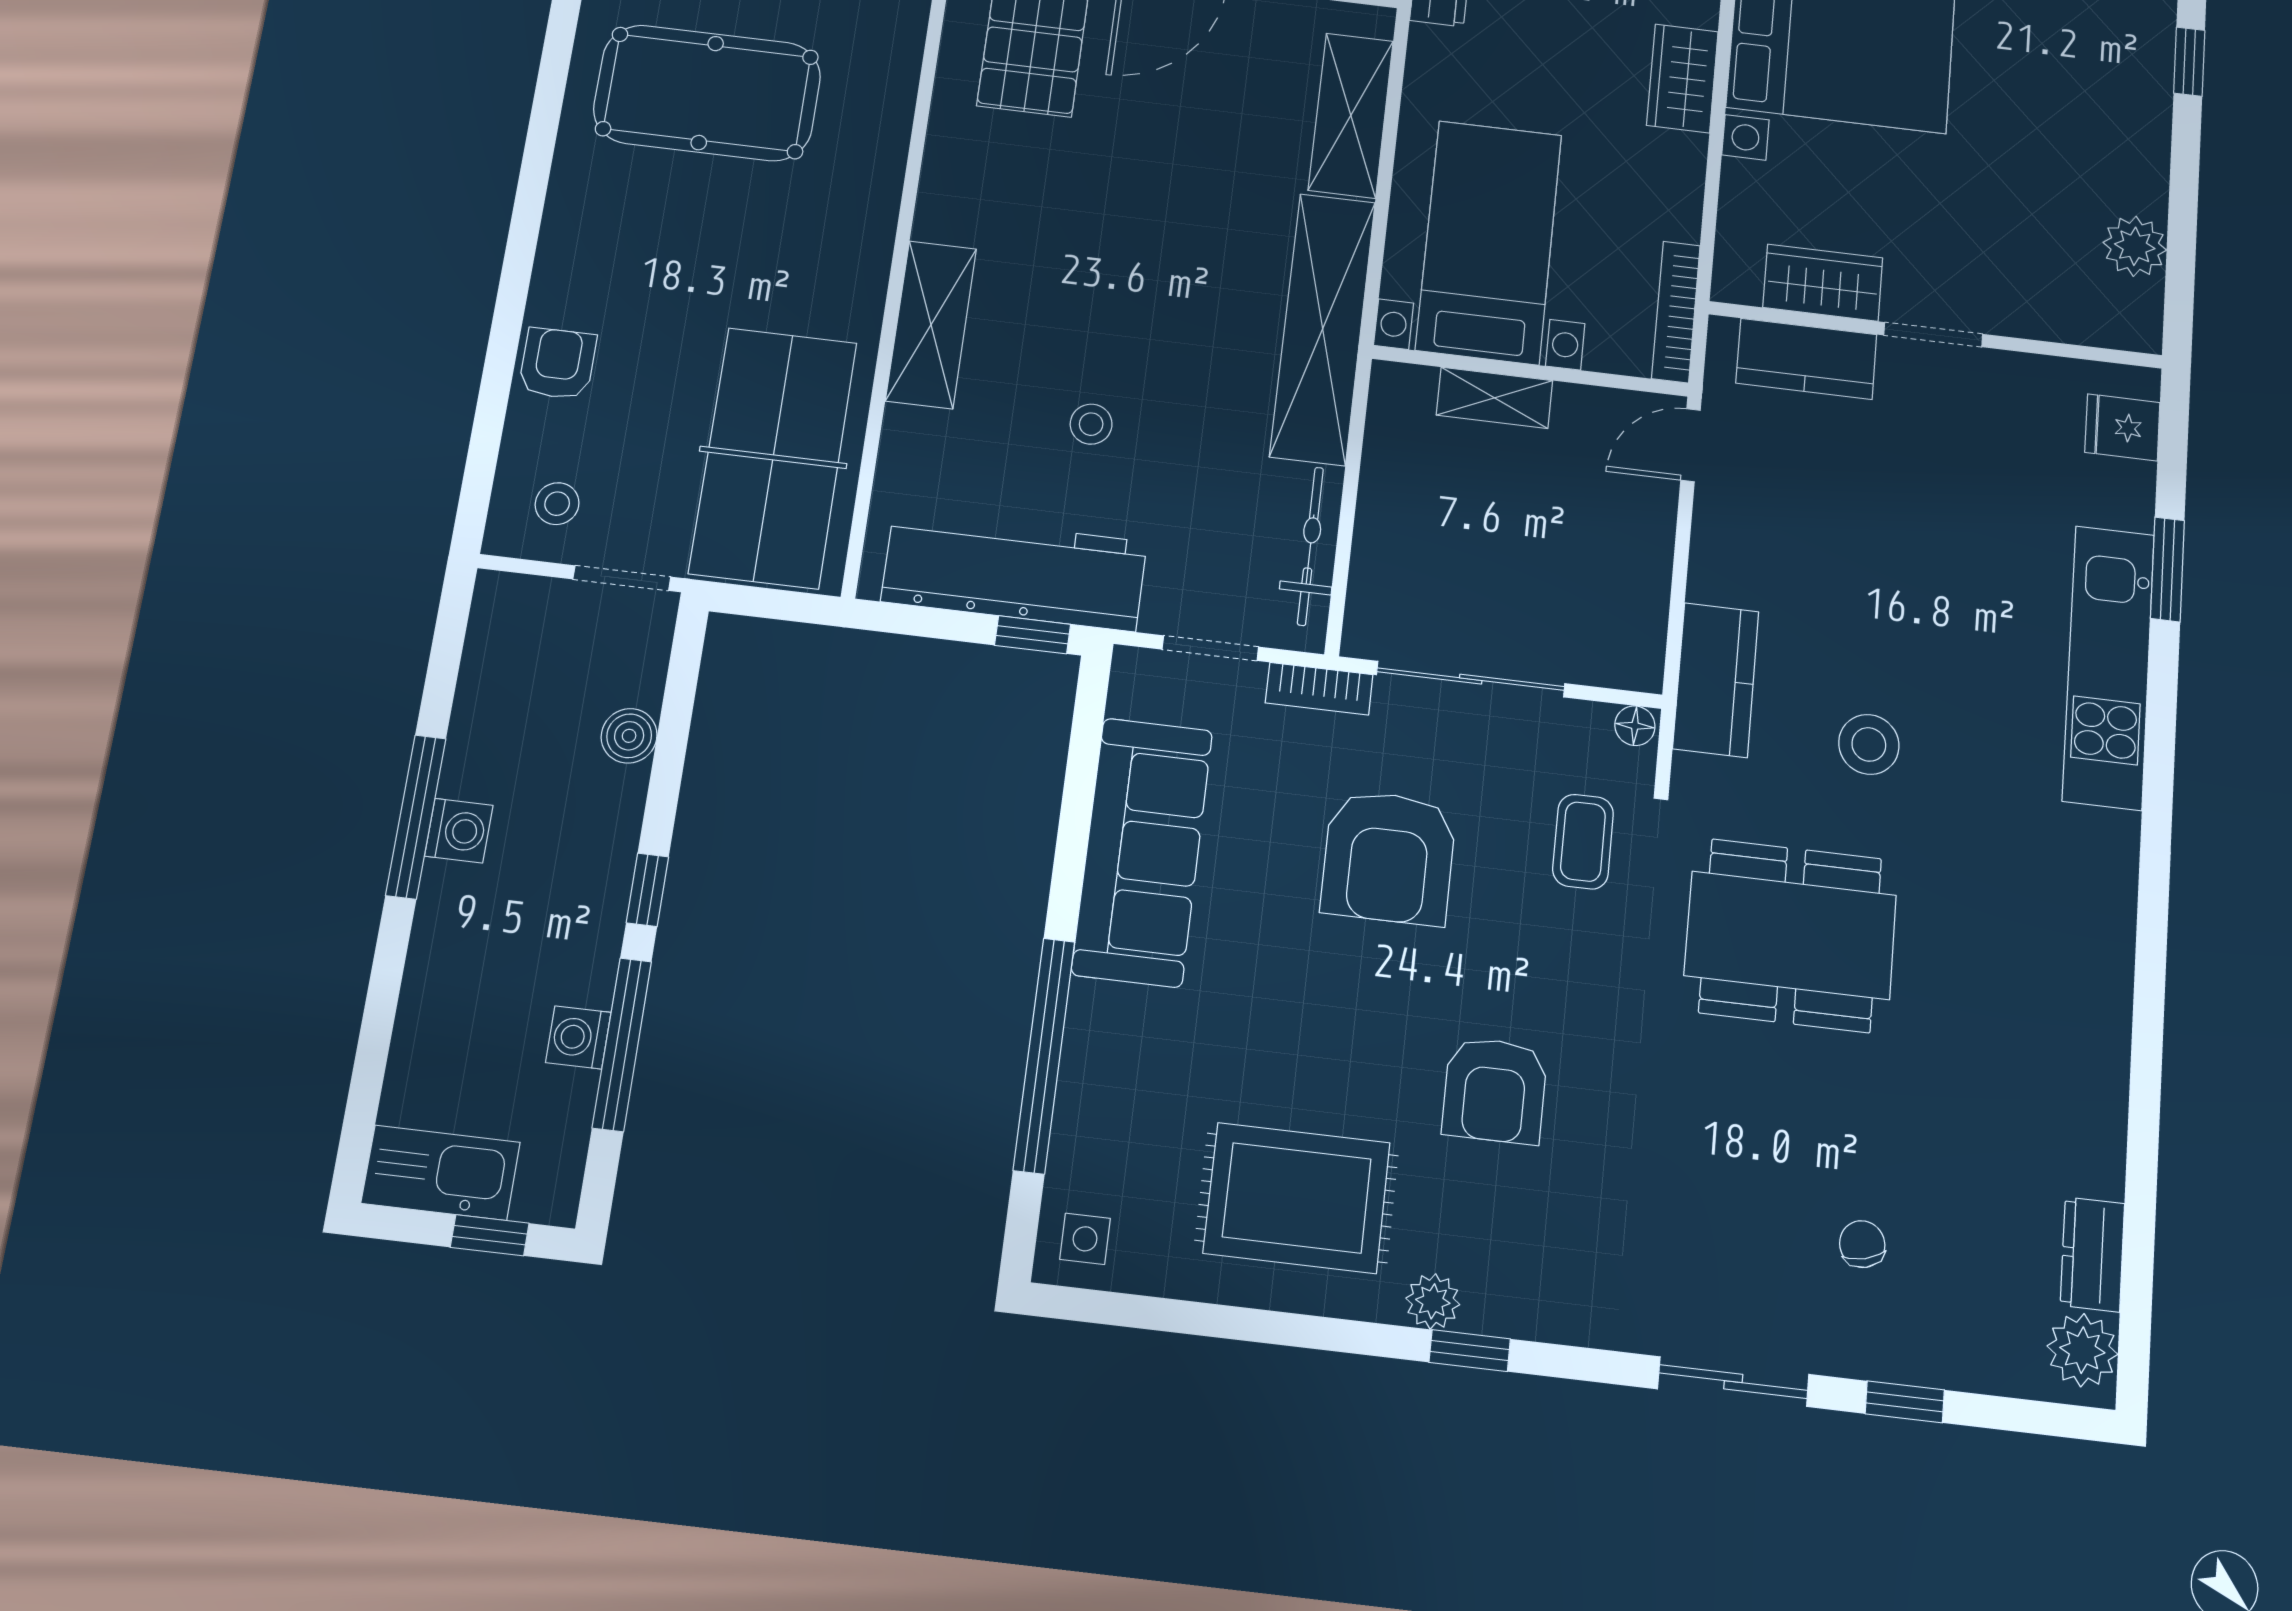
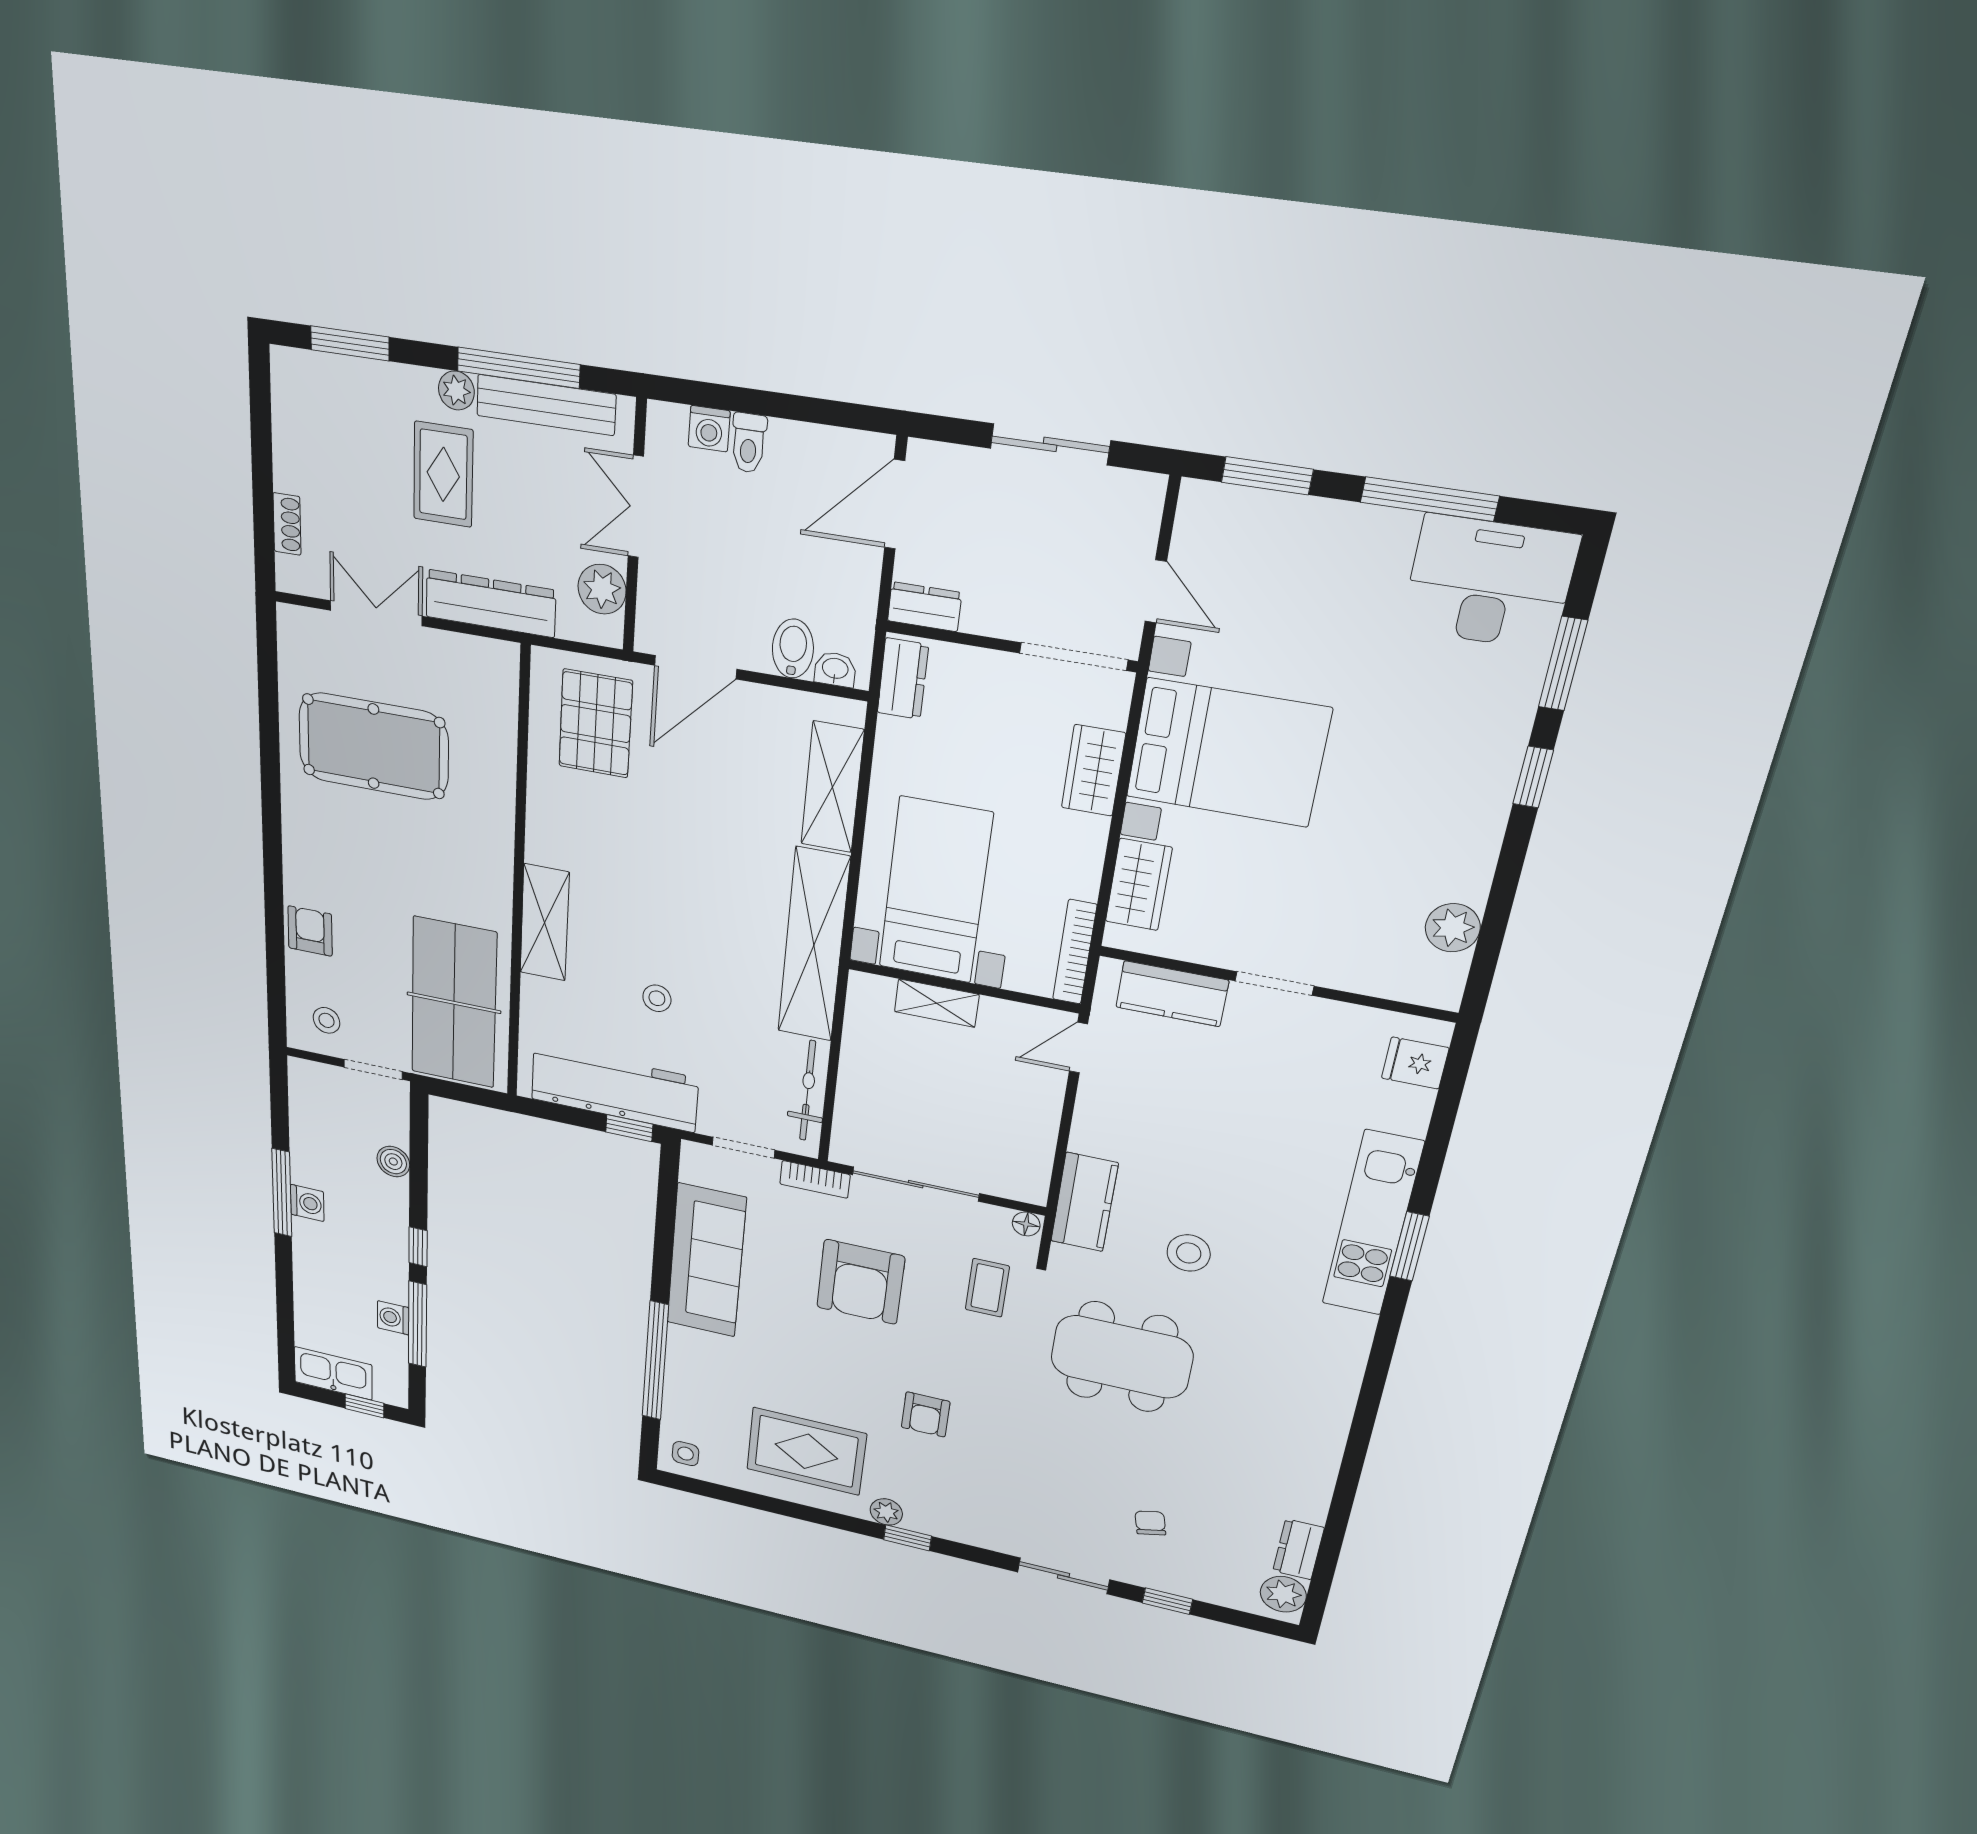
wardrobe: (1823, 283) -> (1139, 885), moved, turned 90
window: (2167, 569) -> (1409, 1246), moved
armchair: (1495, 1090) -> (926, 1414), width x0.72, depth x0.72

